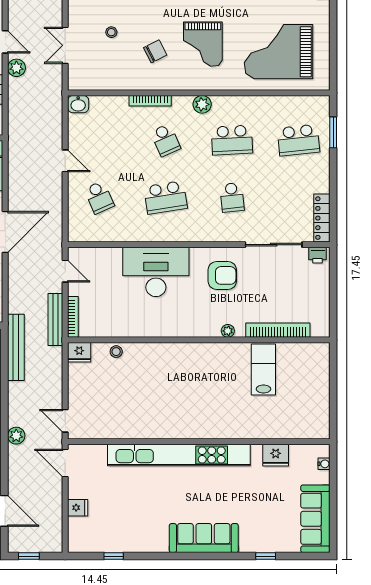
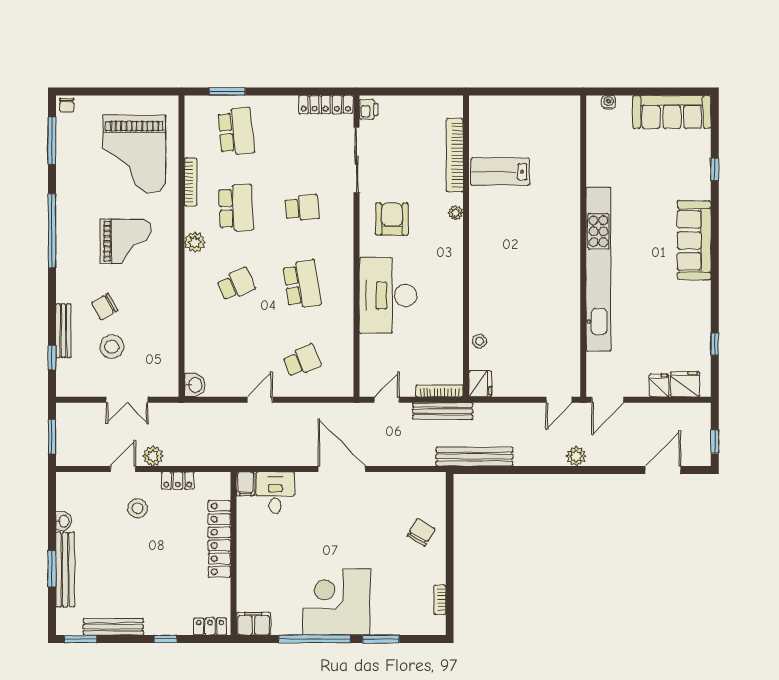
stool: (111, 32) -> (112, 347), width x1.89, depth x1.89
chair: (155, 51) -> (105, 307), moved, turned -92
bookcase: (150, 101) -> (191, 182), moved
fridge: (276, 455) -> (685, 384), moved, turned -90

